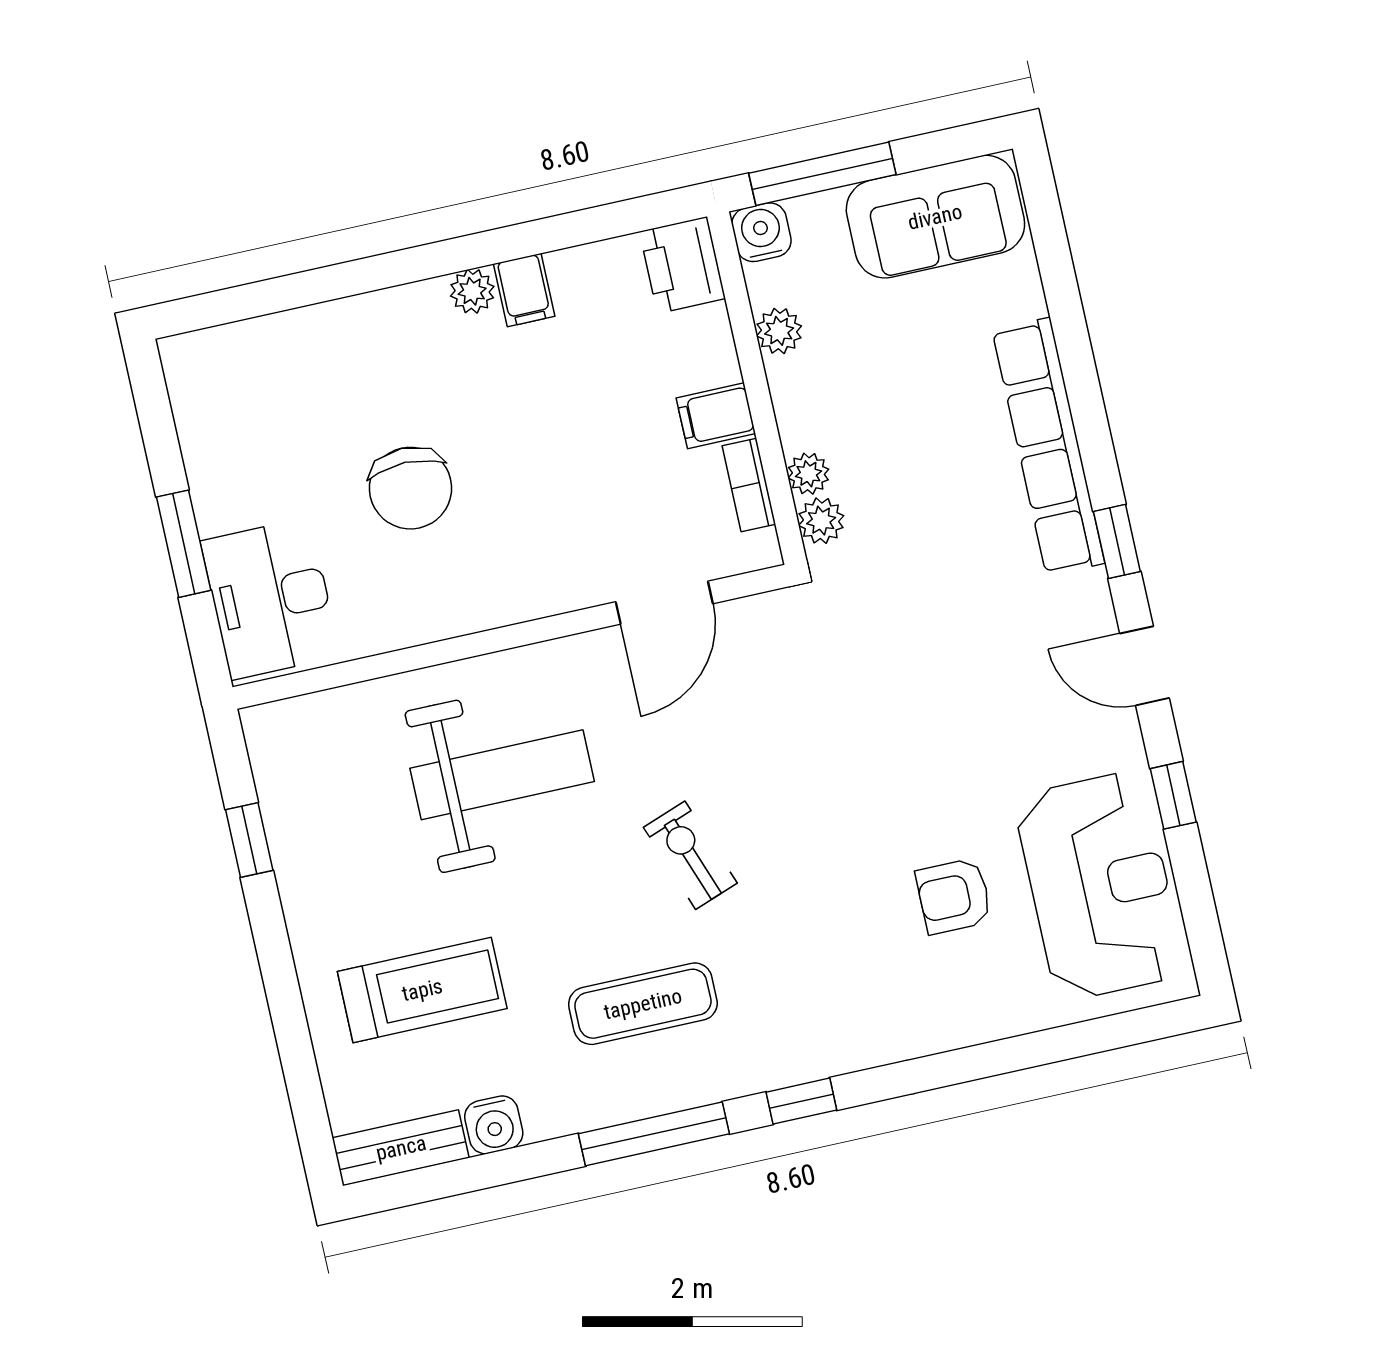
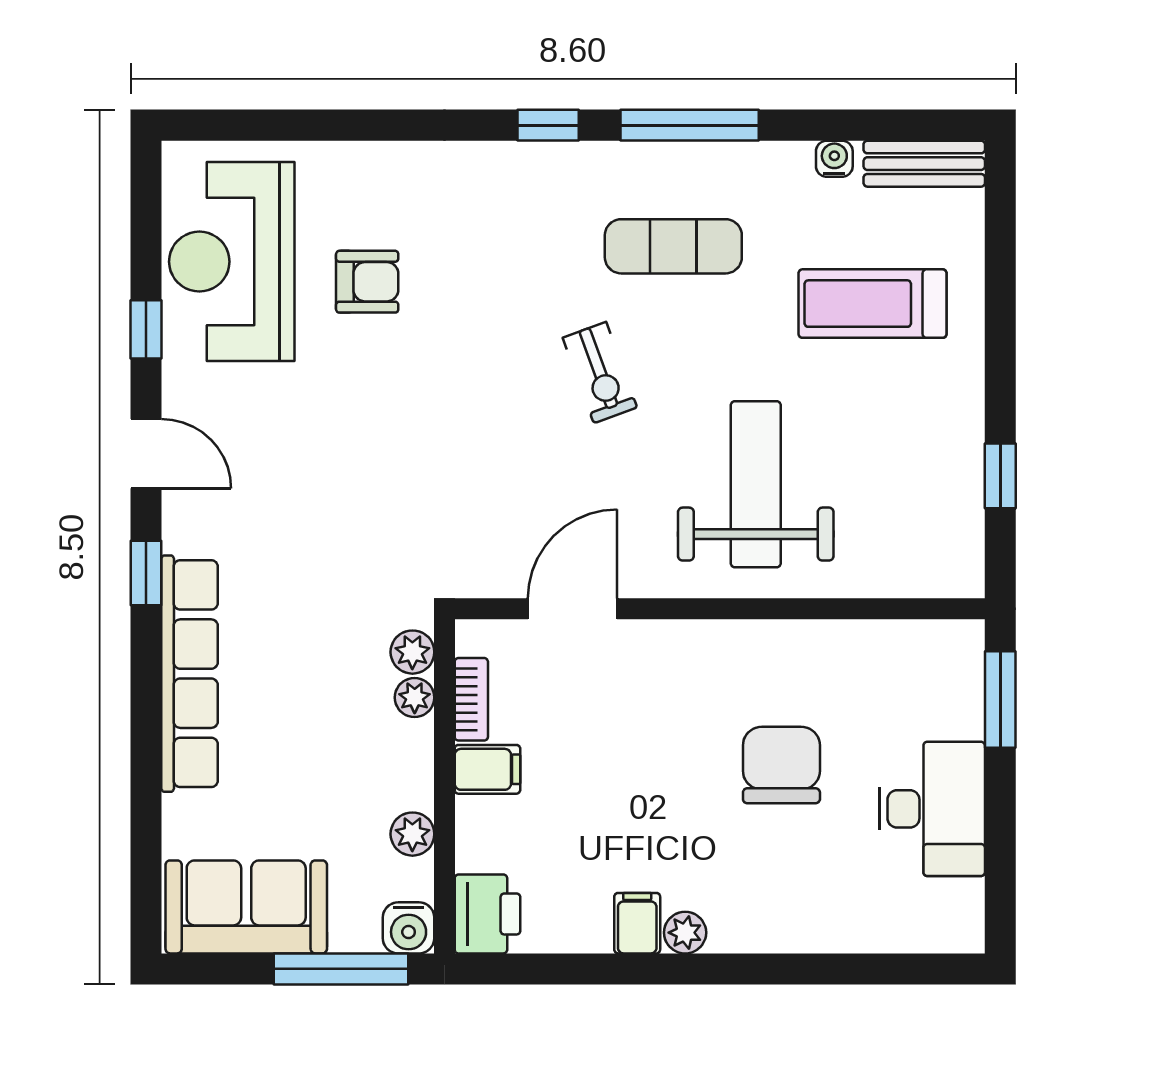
window: (184, 544) -> (1000, 699), moved
desk: (270, 599) -> (932, 809), moved
weight bench: (502, 775) -> (756, 484), turned 90
water cooler: (494, 1125) -> (834, 159), width x0.72, depth x0.72

